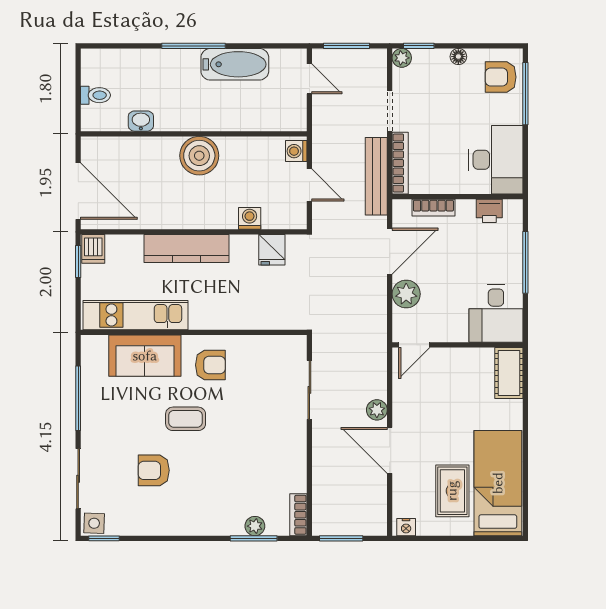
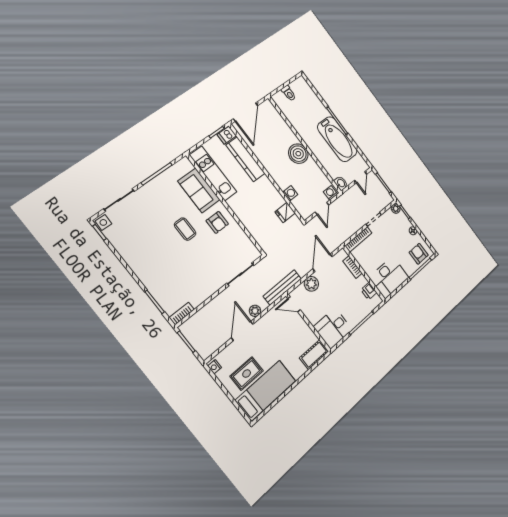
bathtub: (235, 64) -> (337, 139), width x1.36, depth x1.36
washbasin: (141, 121) -> (341, 183), moved
bench: (376, 176) -> (282, 287), moved
kitchen counter: (187, 248) -> (245, 159), moved
door: (390, 251) -> (323, 263), swing flipped
armchair: (154, 470) -> (150, 232), removed
plant: (255, 526) -> (161, 298), removed

